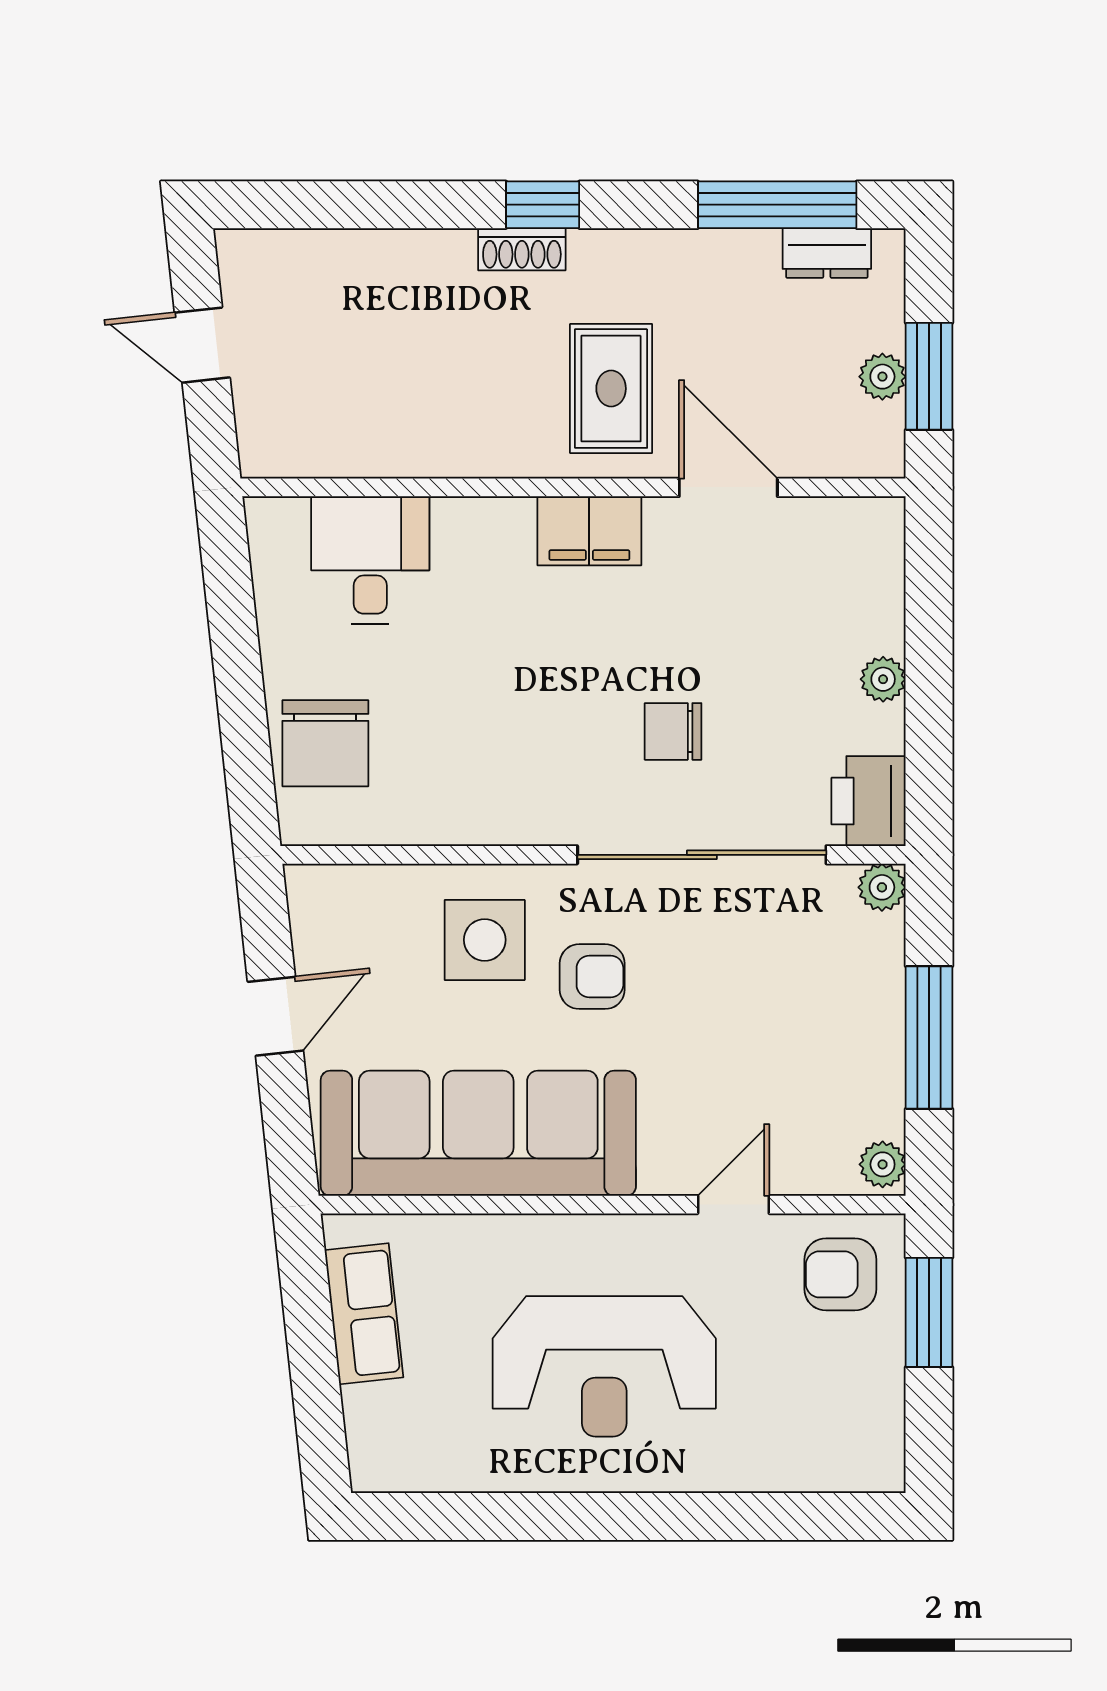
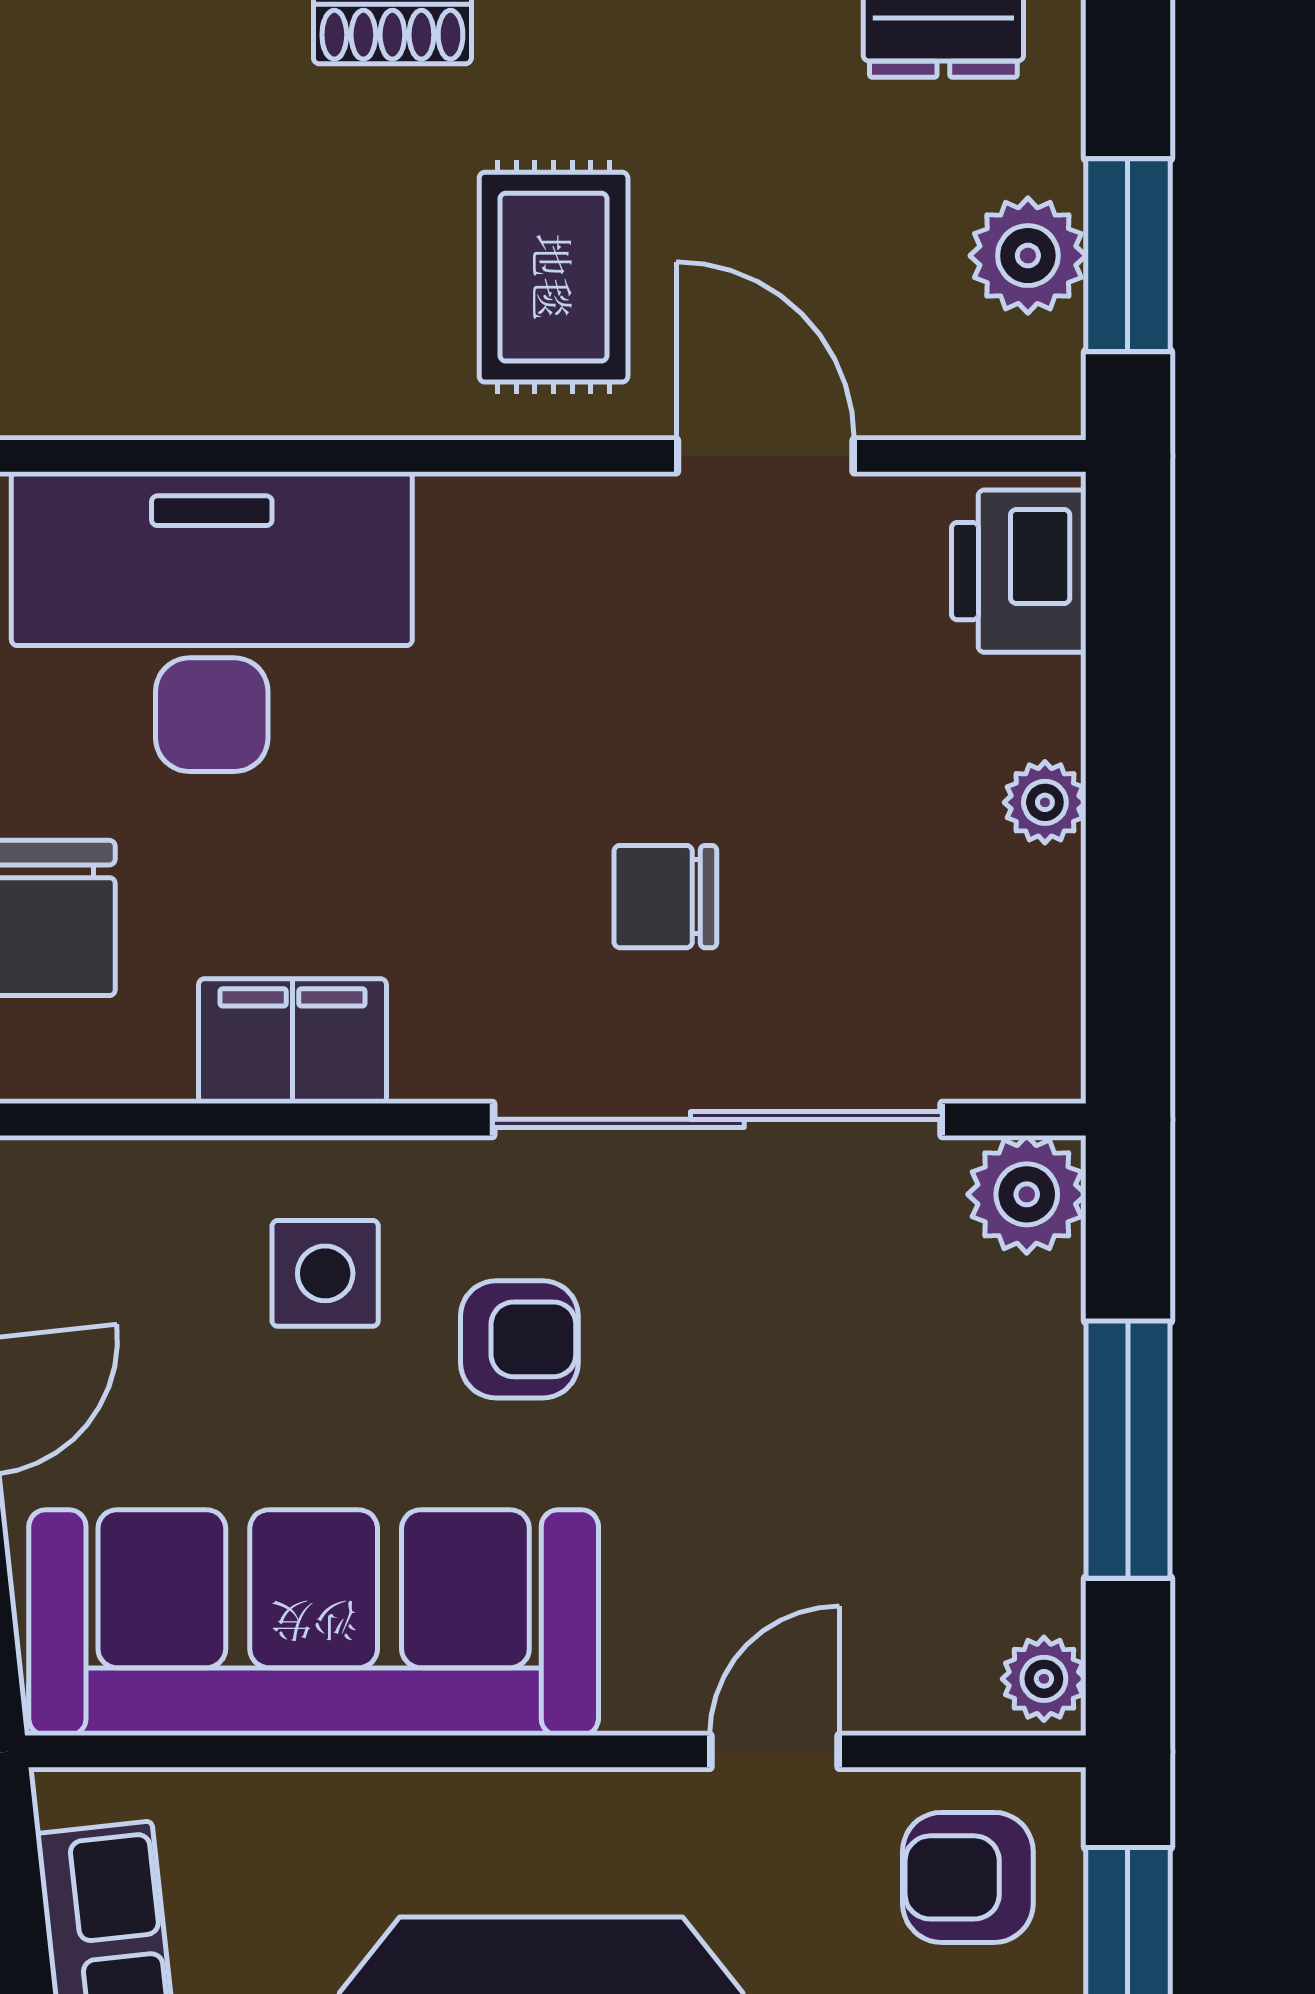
plant: (882, 377) -> (1028, 256), width x1.38, depth x1.38
filing cabinet: (589, 531) -> (293, 1041), moved, turned 180
desk: (370, 560) -> (212, 622), width x1.87, depth x1.30
printer: (869, 801) -> (1019, 571), moved
plant: (882, 887) -> (1027, 1194), width x1.38, depth x1.38
side table: (485, 940) -> (325, 1273), width x0.73, depth x0.73

